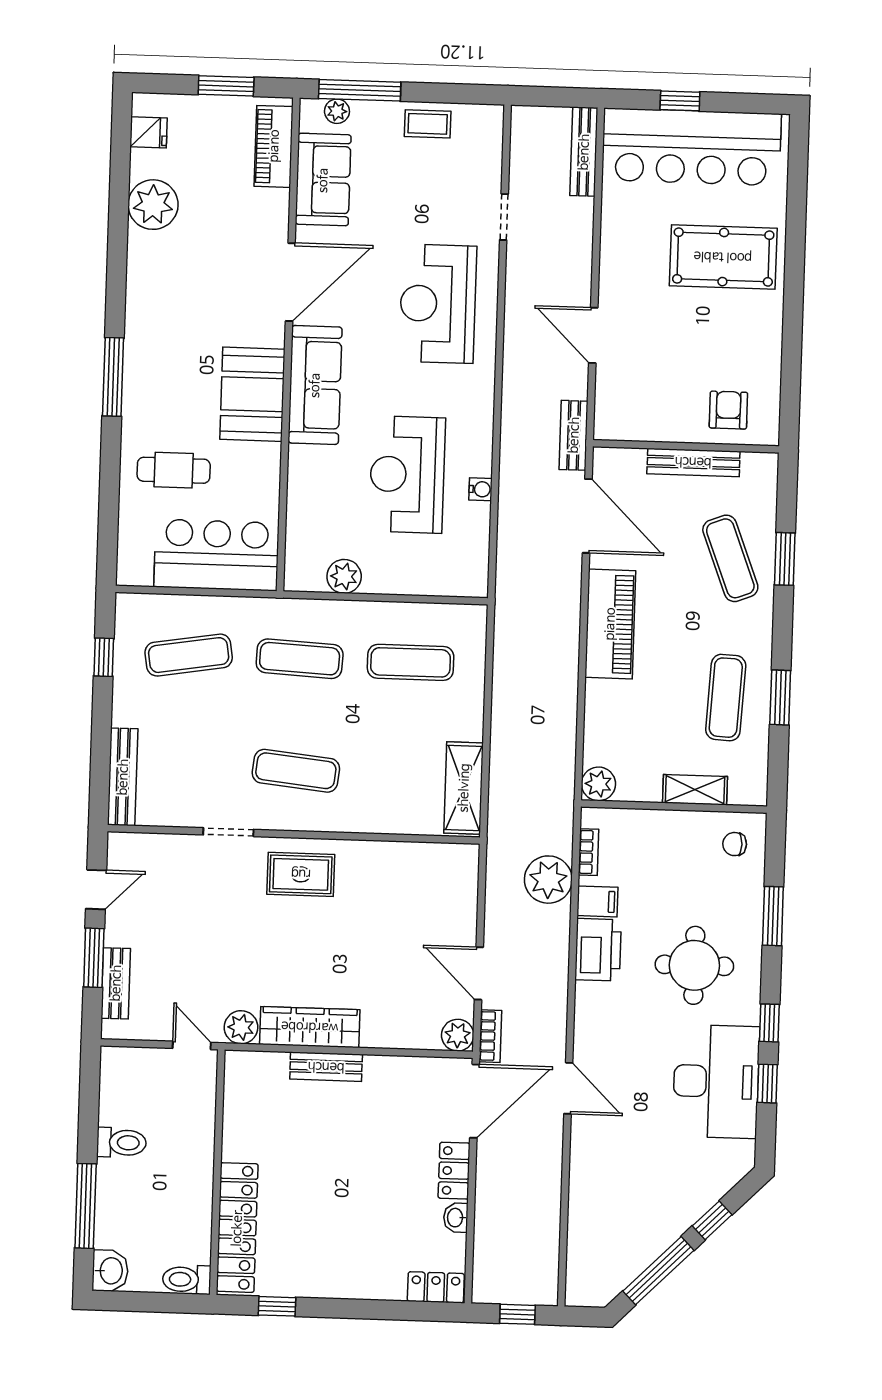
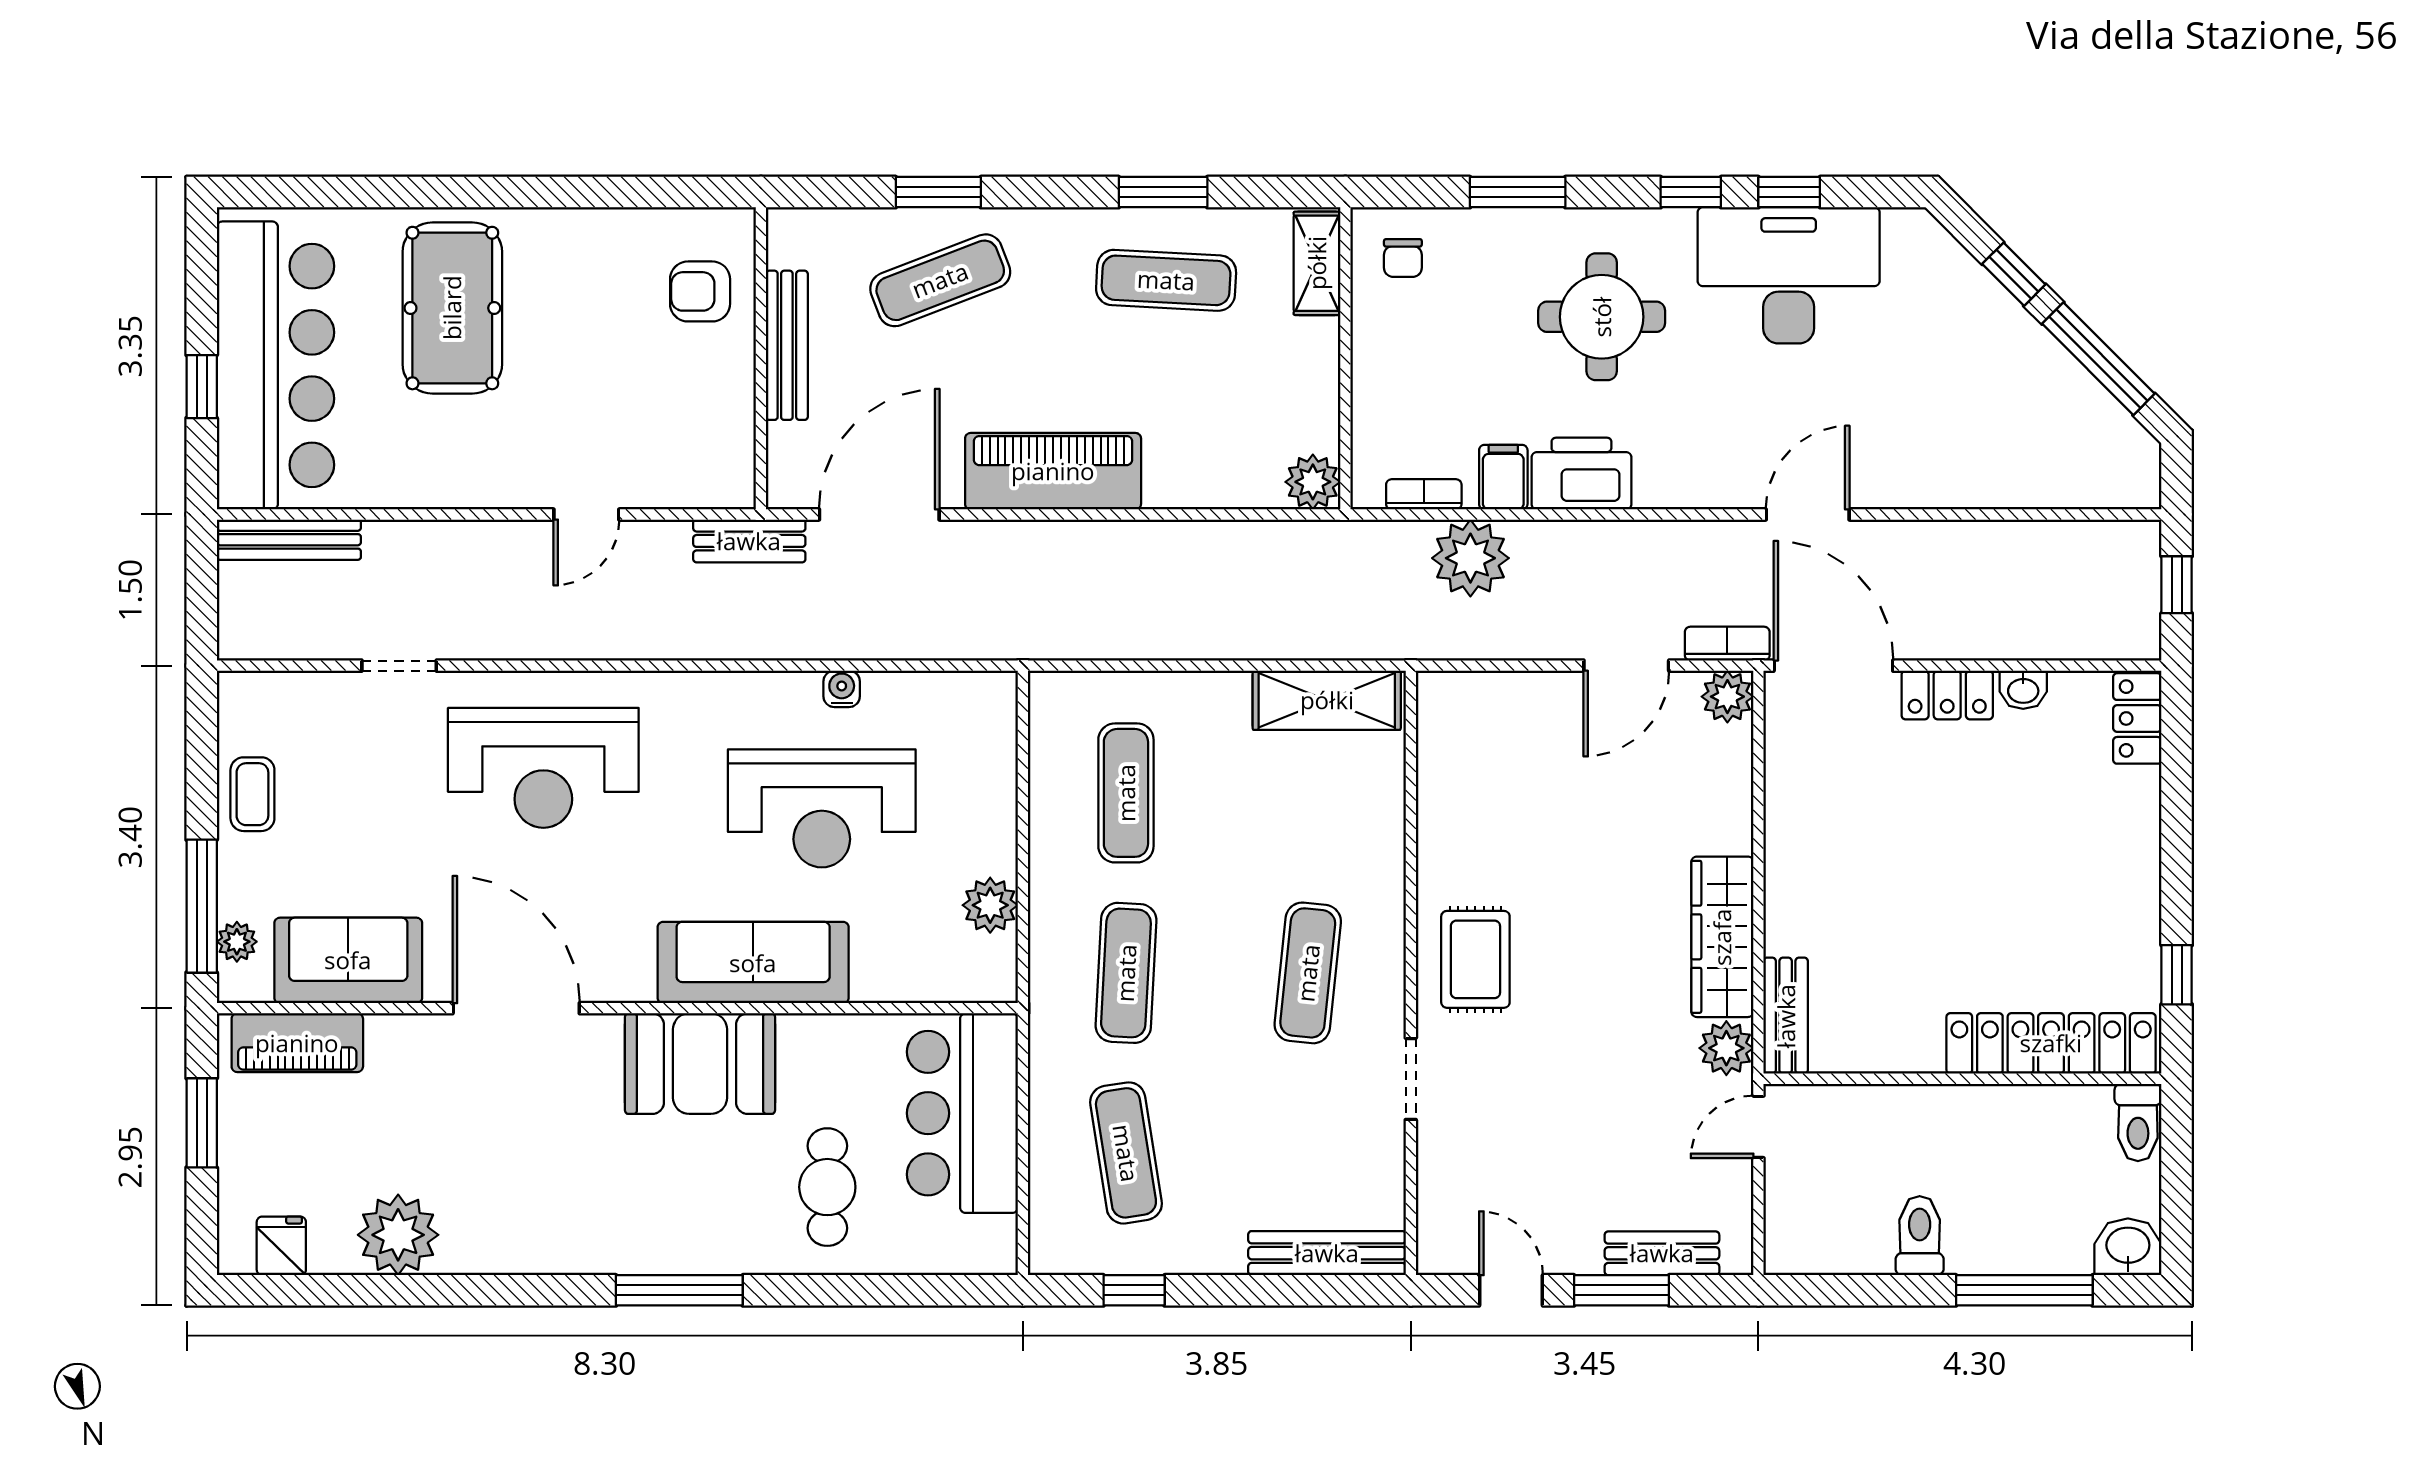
door: (593, 335) -> (586, 514), width x0.73
sofa: (315, 385) -> (753, 963), moved
shelving: (695, 790) -> (1317, 263), moved
bench: (326, 1067) -> (1786, 1016), moved

